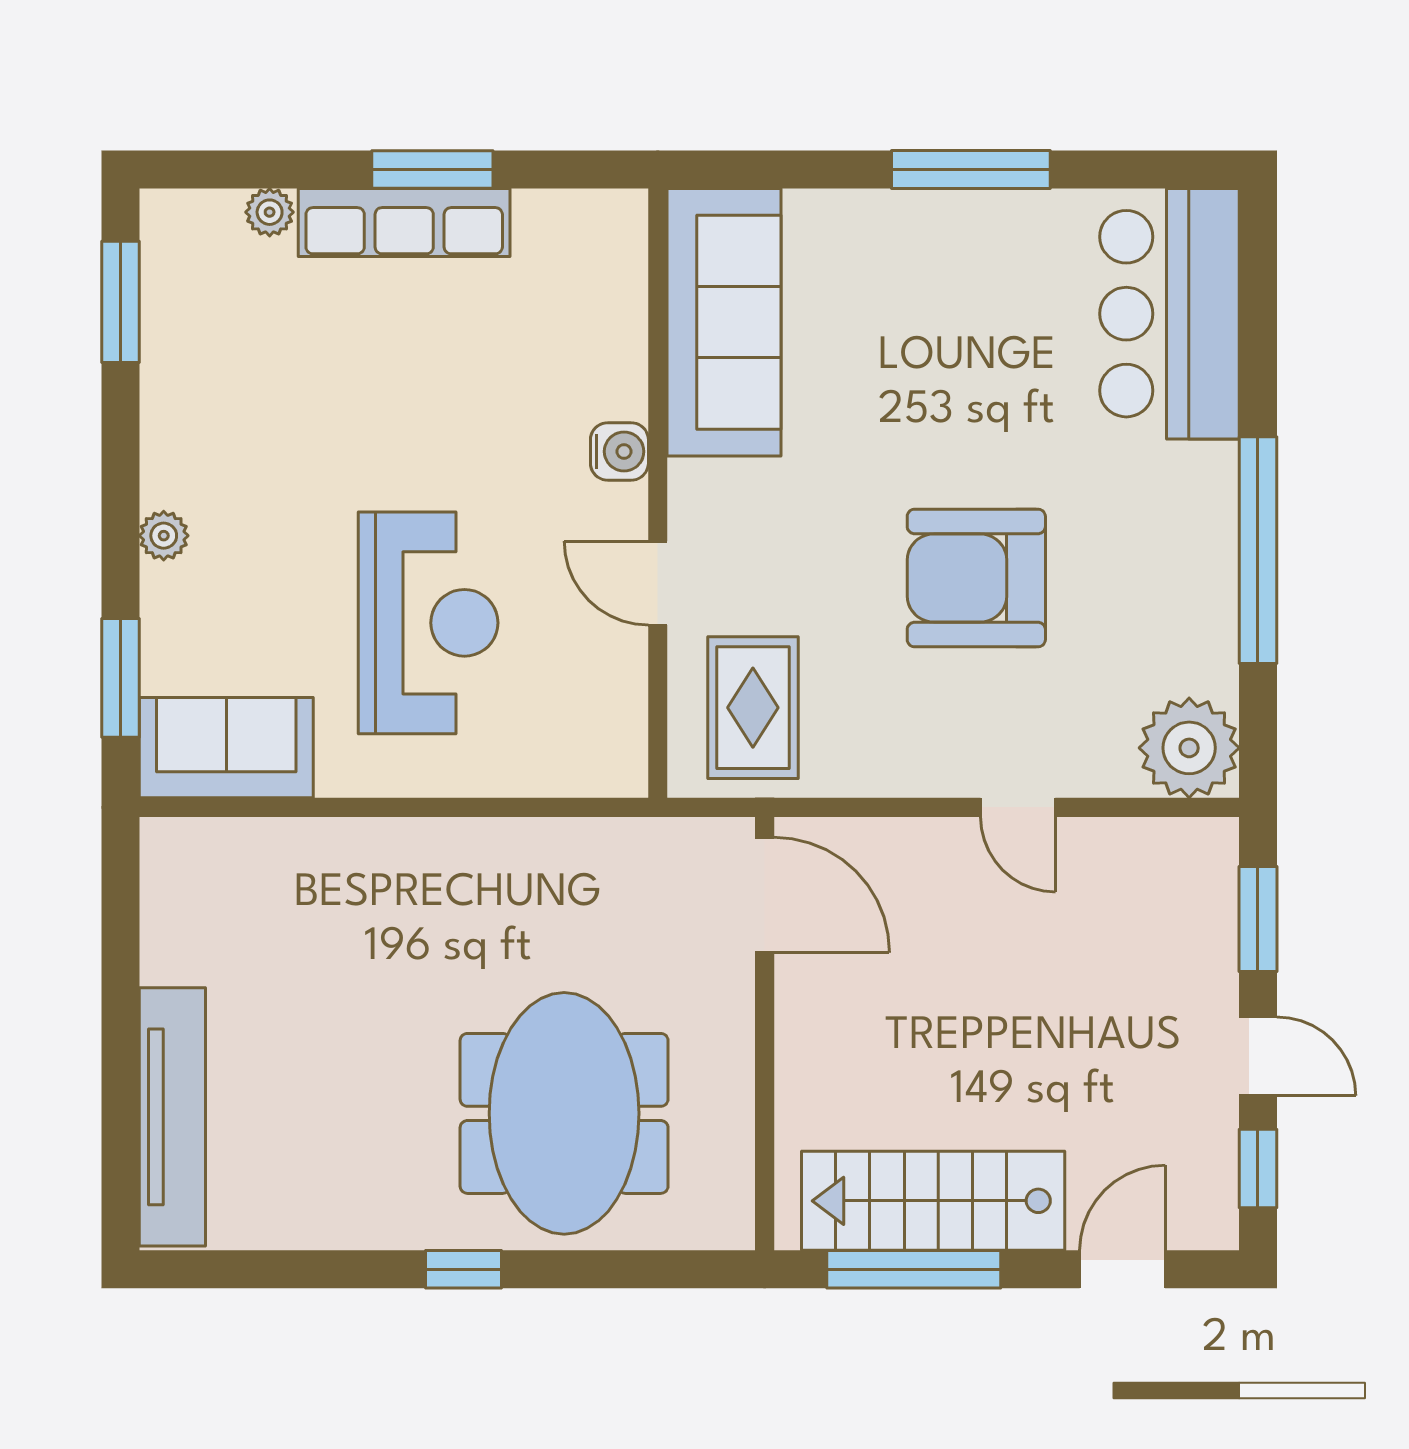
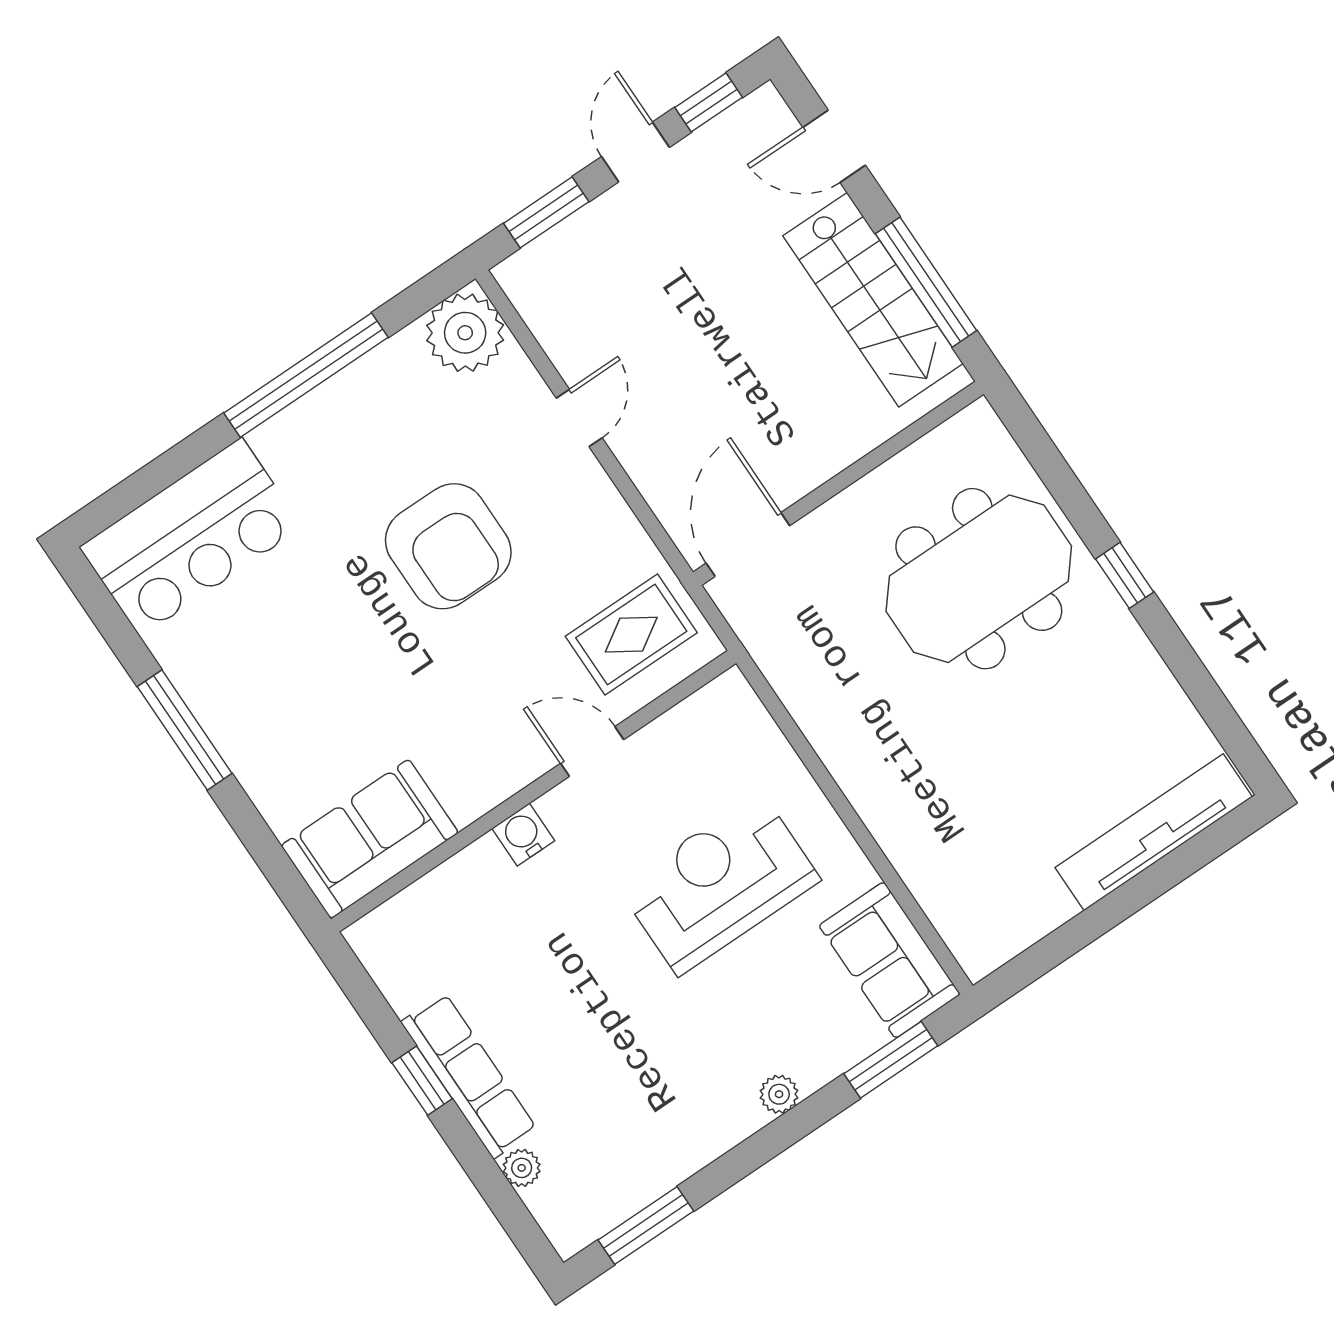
window: (432, 169) -> (422, 1081), width x0.67
sofa: (724, 322) -> (370, 839), width x0.73
door: (658, 583) -> (592, 751), swing flipped

